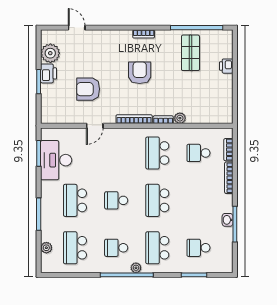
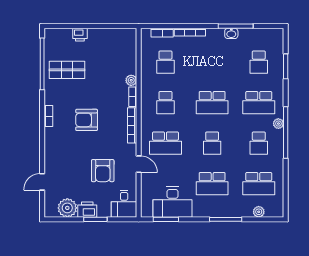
desk: (54, 111) -> (124, 204), added
school desk: (116, 153) -> (165, 143), added
school desk: (157, 153) -> (165, 103), width x0.54

